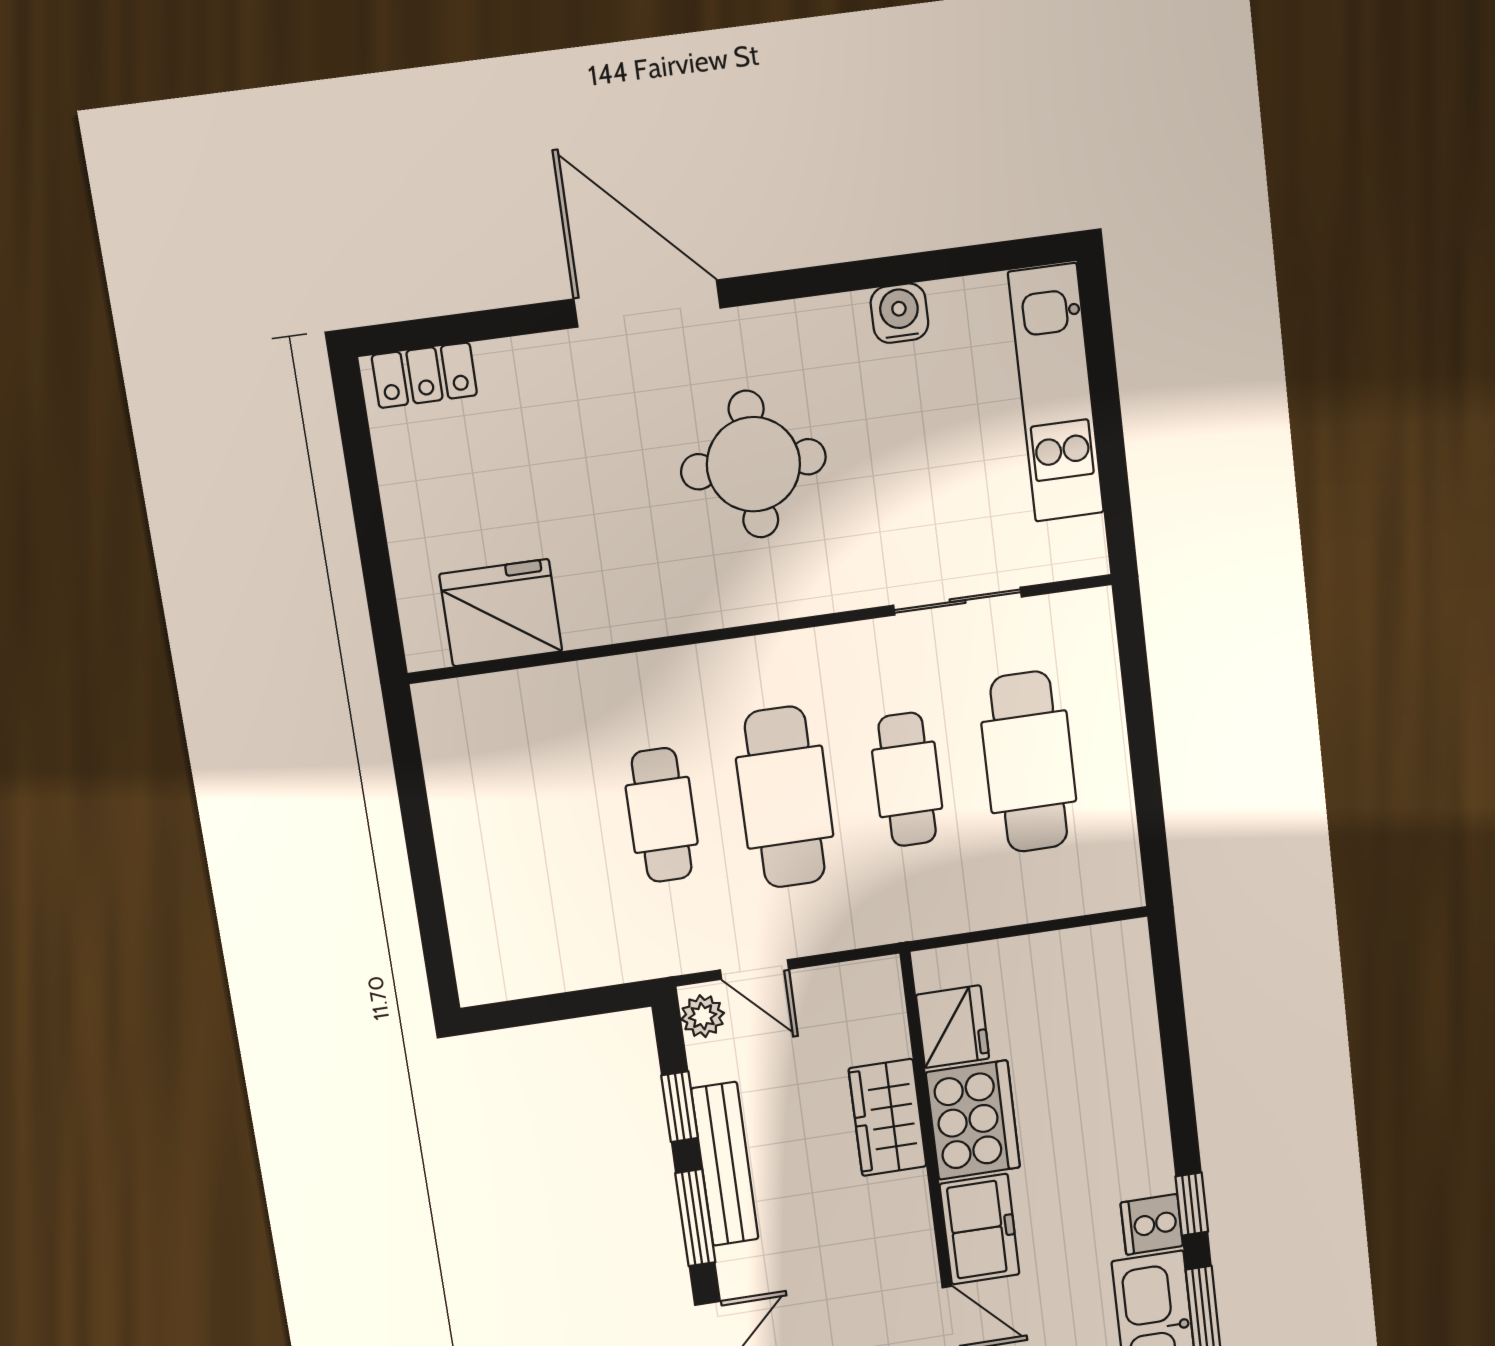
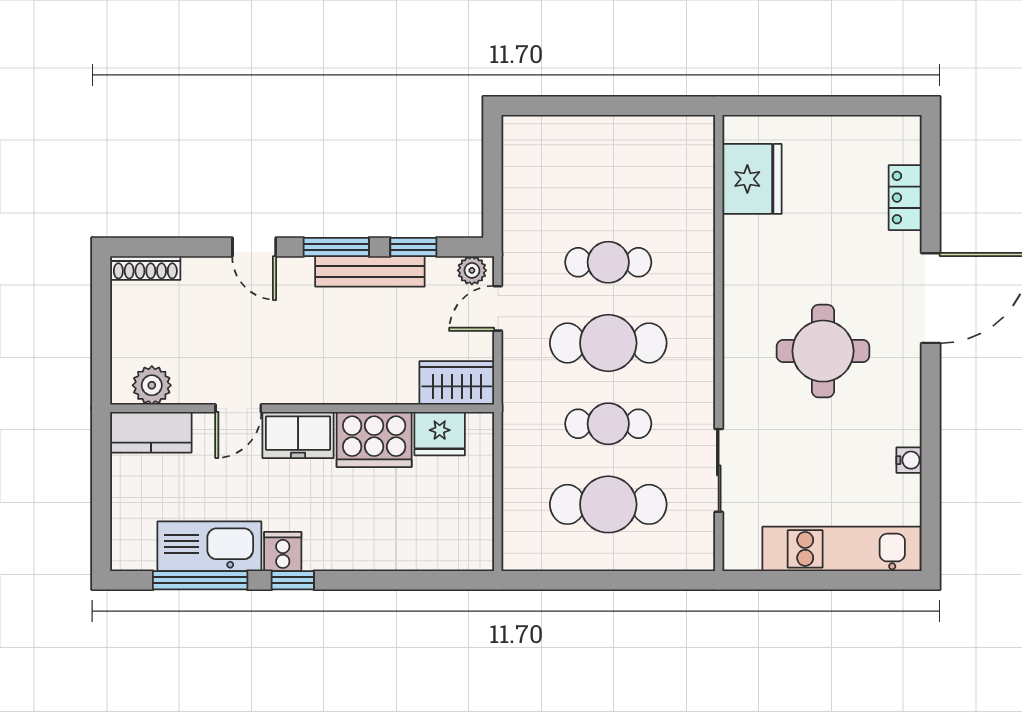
water cooler: (899, 313) -> (909, 460), width x0.72, depth x0.72
locker: (424, 375) -> (905, 198), moved
wardrobe: (888, 1117) -> (457, 383), moved

